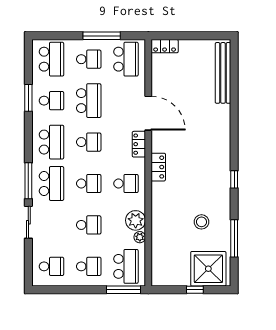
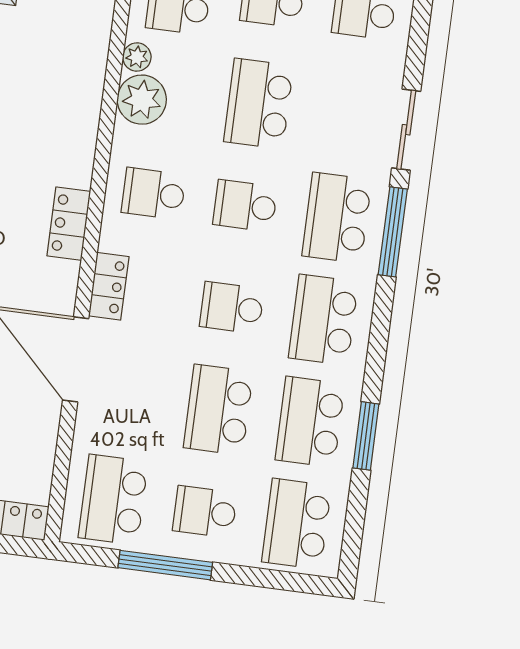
school desk: (51, 101) -> (310, 422), width x1.85
school desk: (89, 225) -> (259, 104), width x1.85

